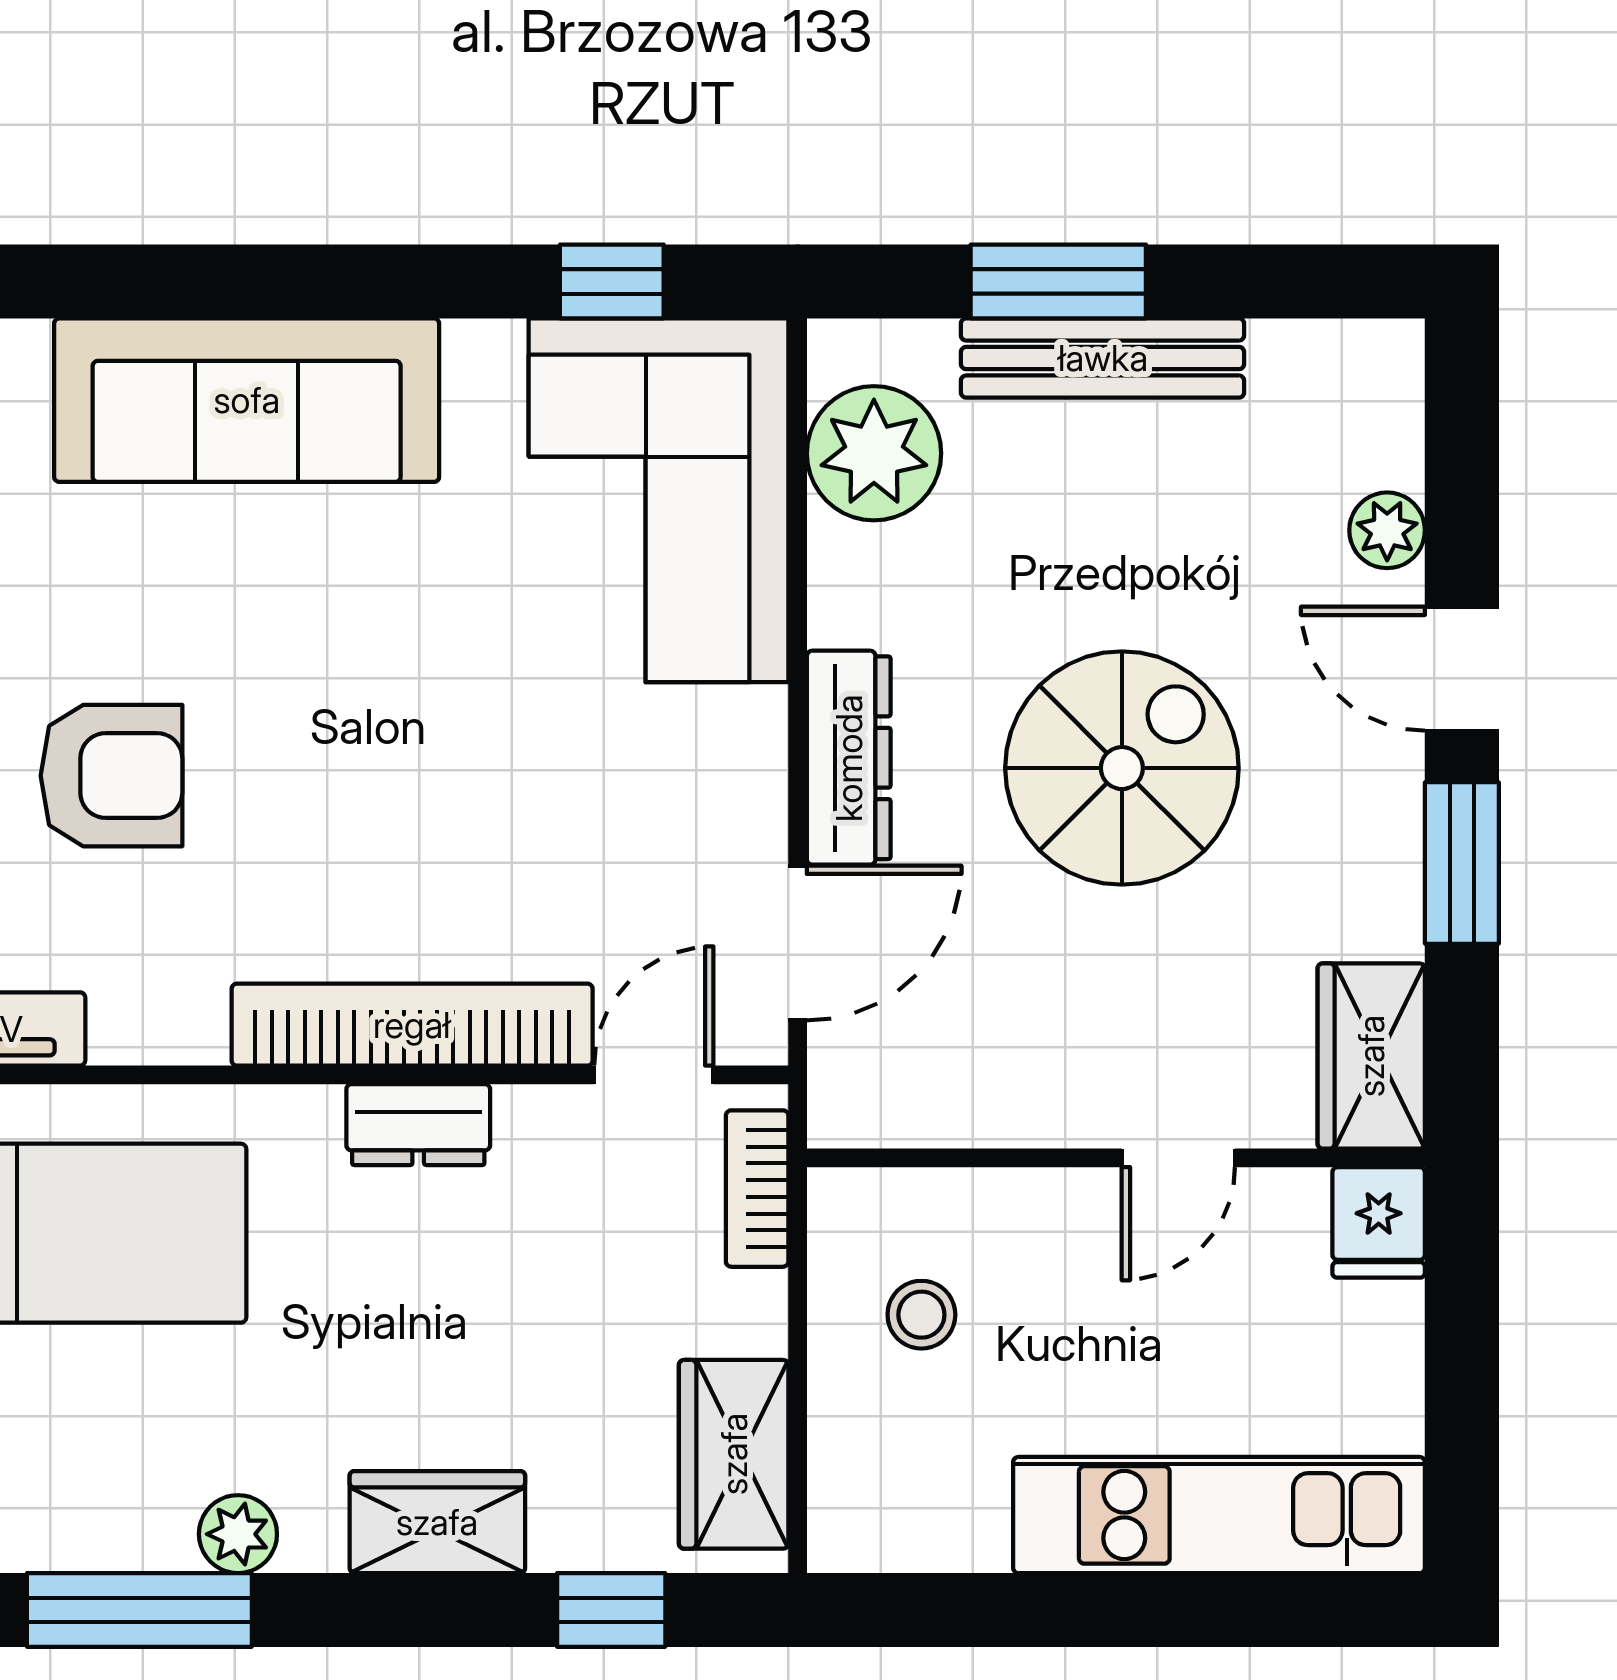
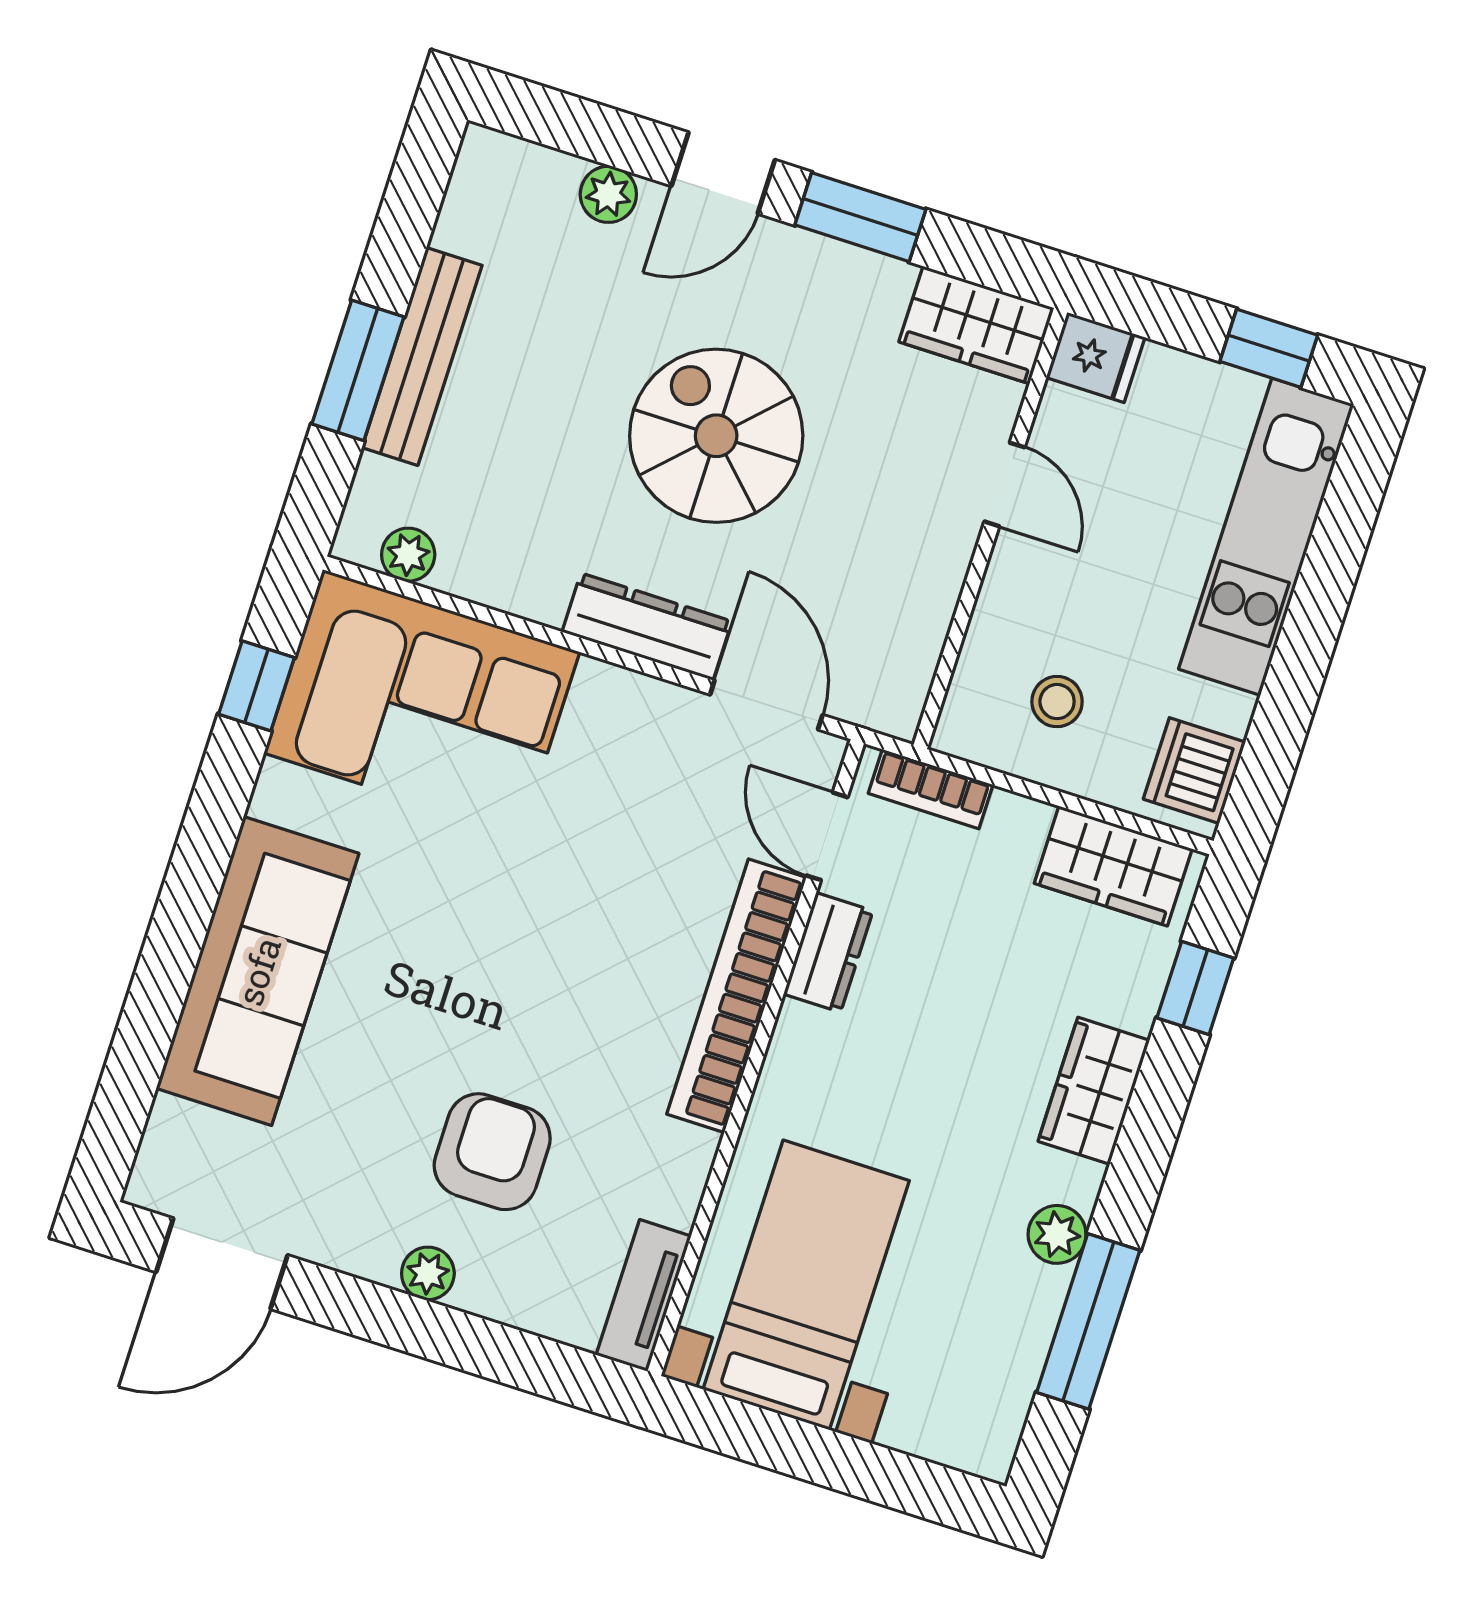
plant: (874, 453) -> (408, 555), width x0.53, depth x0.53
dresser: (418, 1125) -> (828, 952), moved
window: (1462, 1441) -> (1269, 348), added
dishwasher: (889, 1519) -> (1194, 771), added

